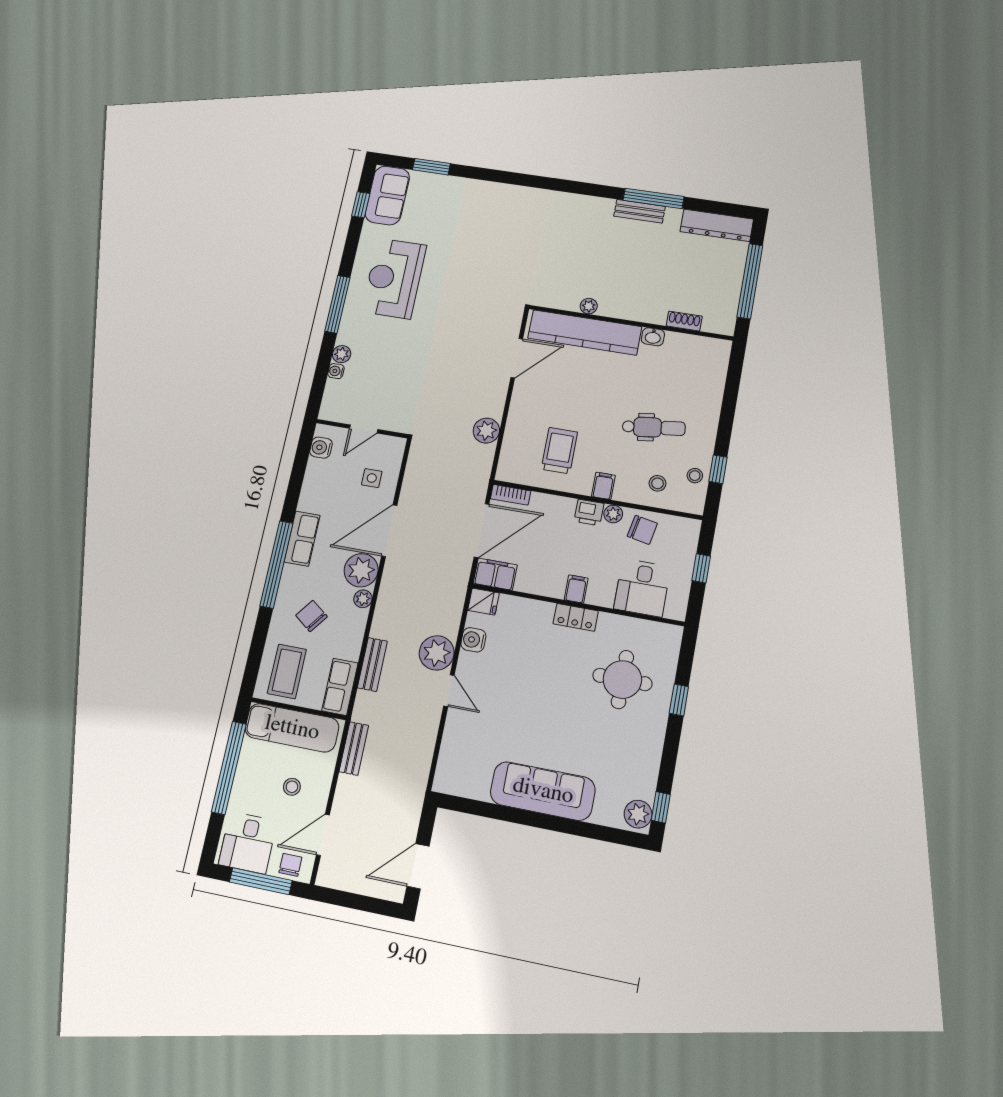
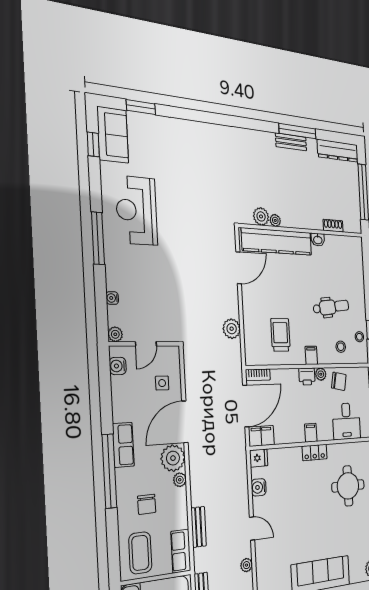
plant: (568, 299) -> (261, 216), added
plant: (342, 354) -> (115, 334), moved
chair: (311, 616) -> (147, 504), turned -128
plant: (437, 653) -> (246, 565), moved, width x0.53, depth x0.53

